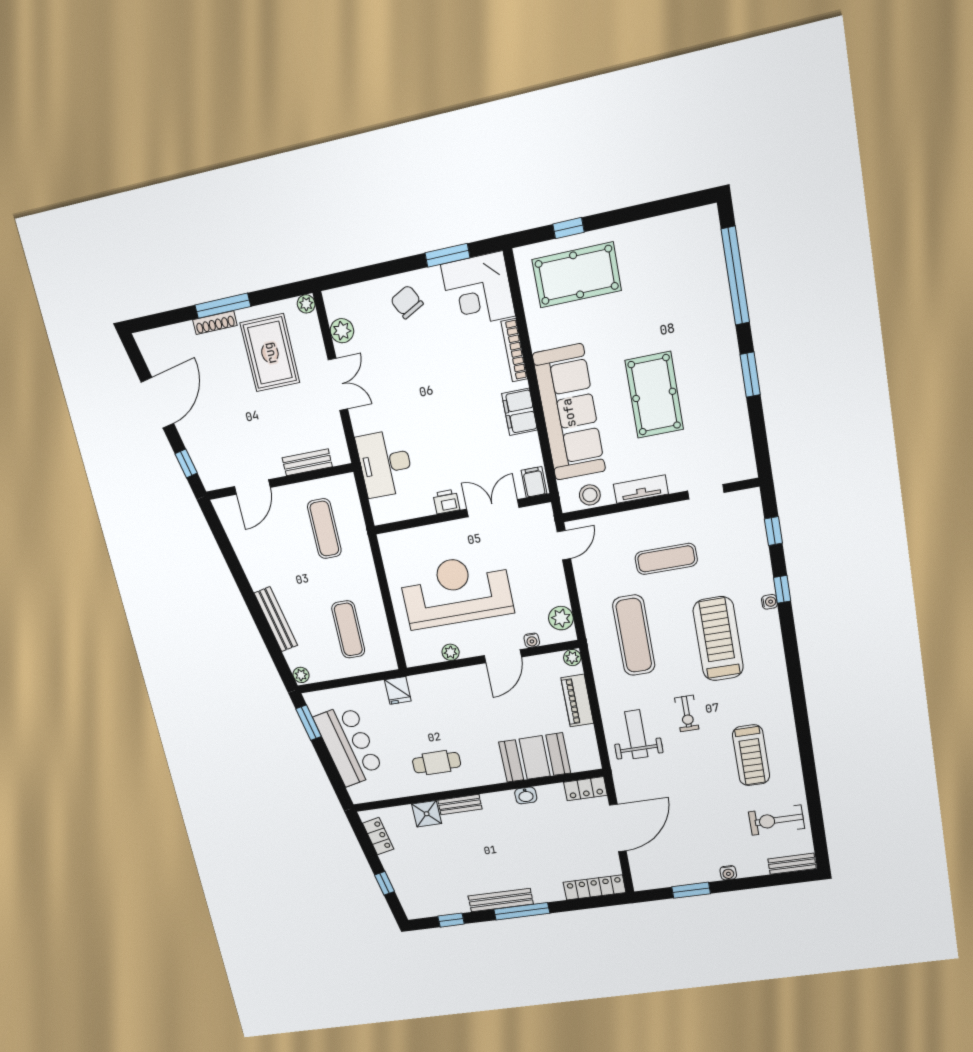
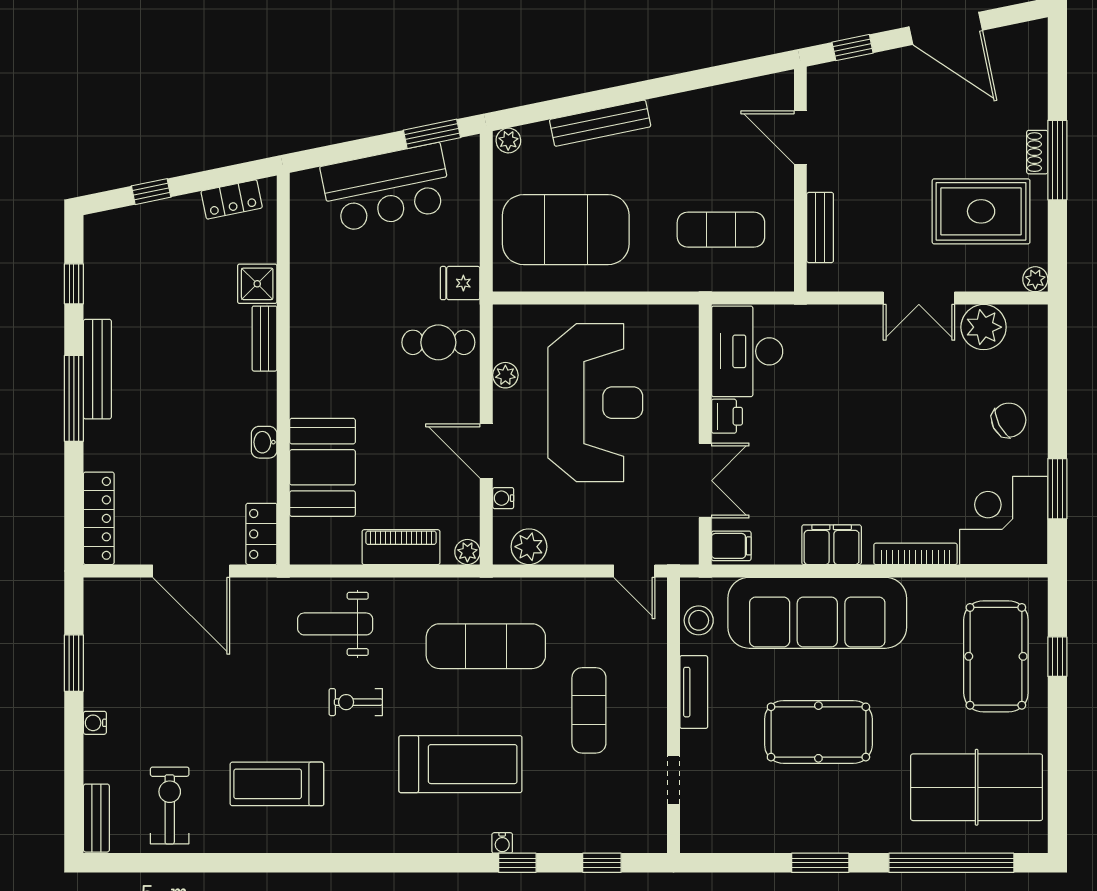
table tennis table: (676, 269) -> (977, 787), added
shoe rack: (215, 323) -> (1037, 152), width x0.70
plant: (342, 331) -> (984, 327), width x1.36, depth x1.36
desk: (385, 464) -> (747, 351), moved, turned -90
exercise mat: (348, 629) -> (566, 230), width x2.00, depth x1.45
weight bench: (636, 734) -> (335, 624), turned 180
cafe table: (436, 763) -> (438, 342), moved, turned 90

